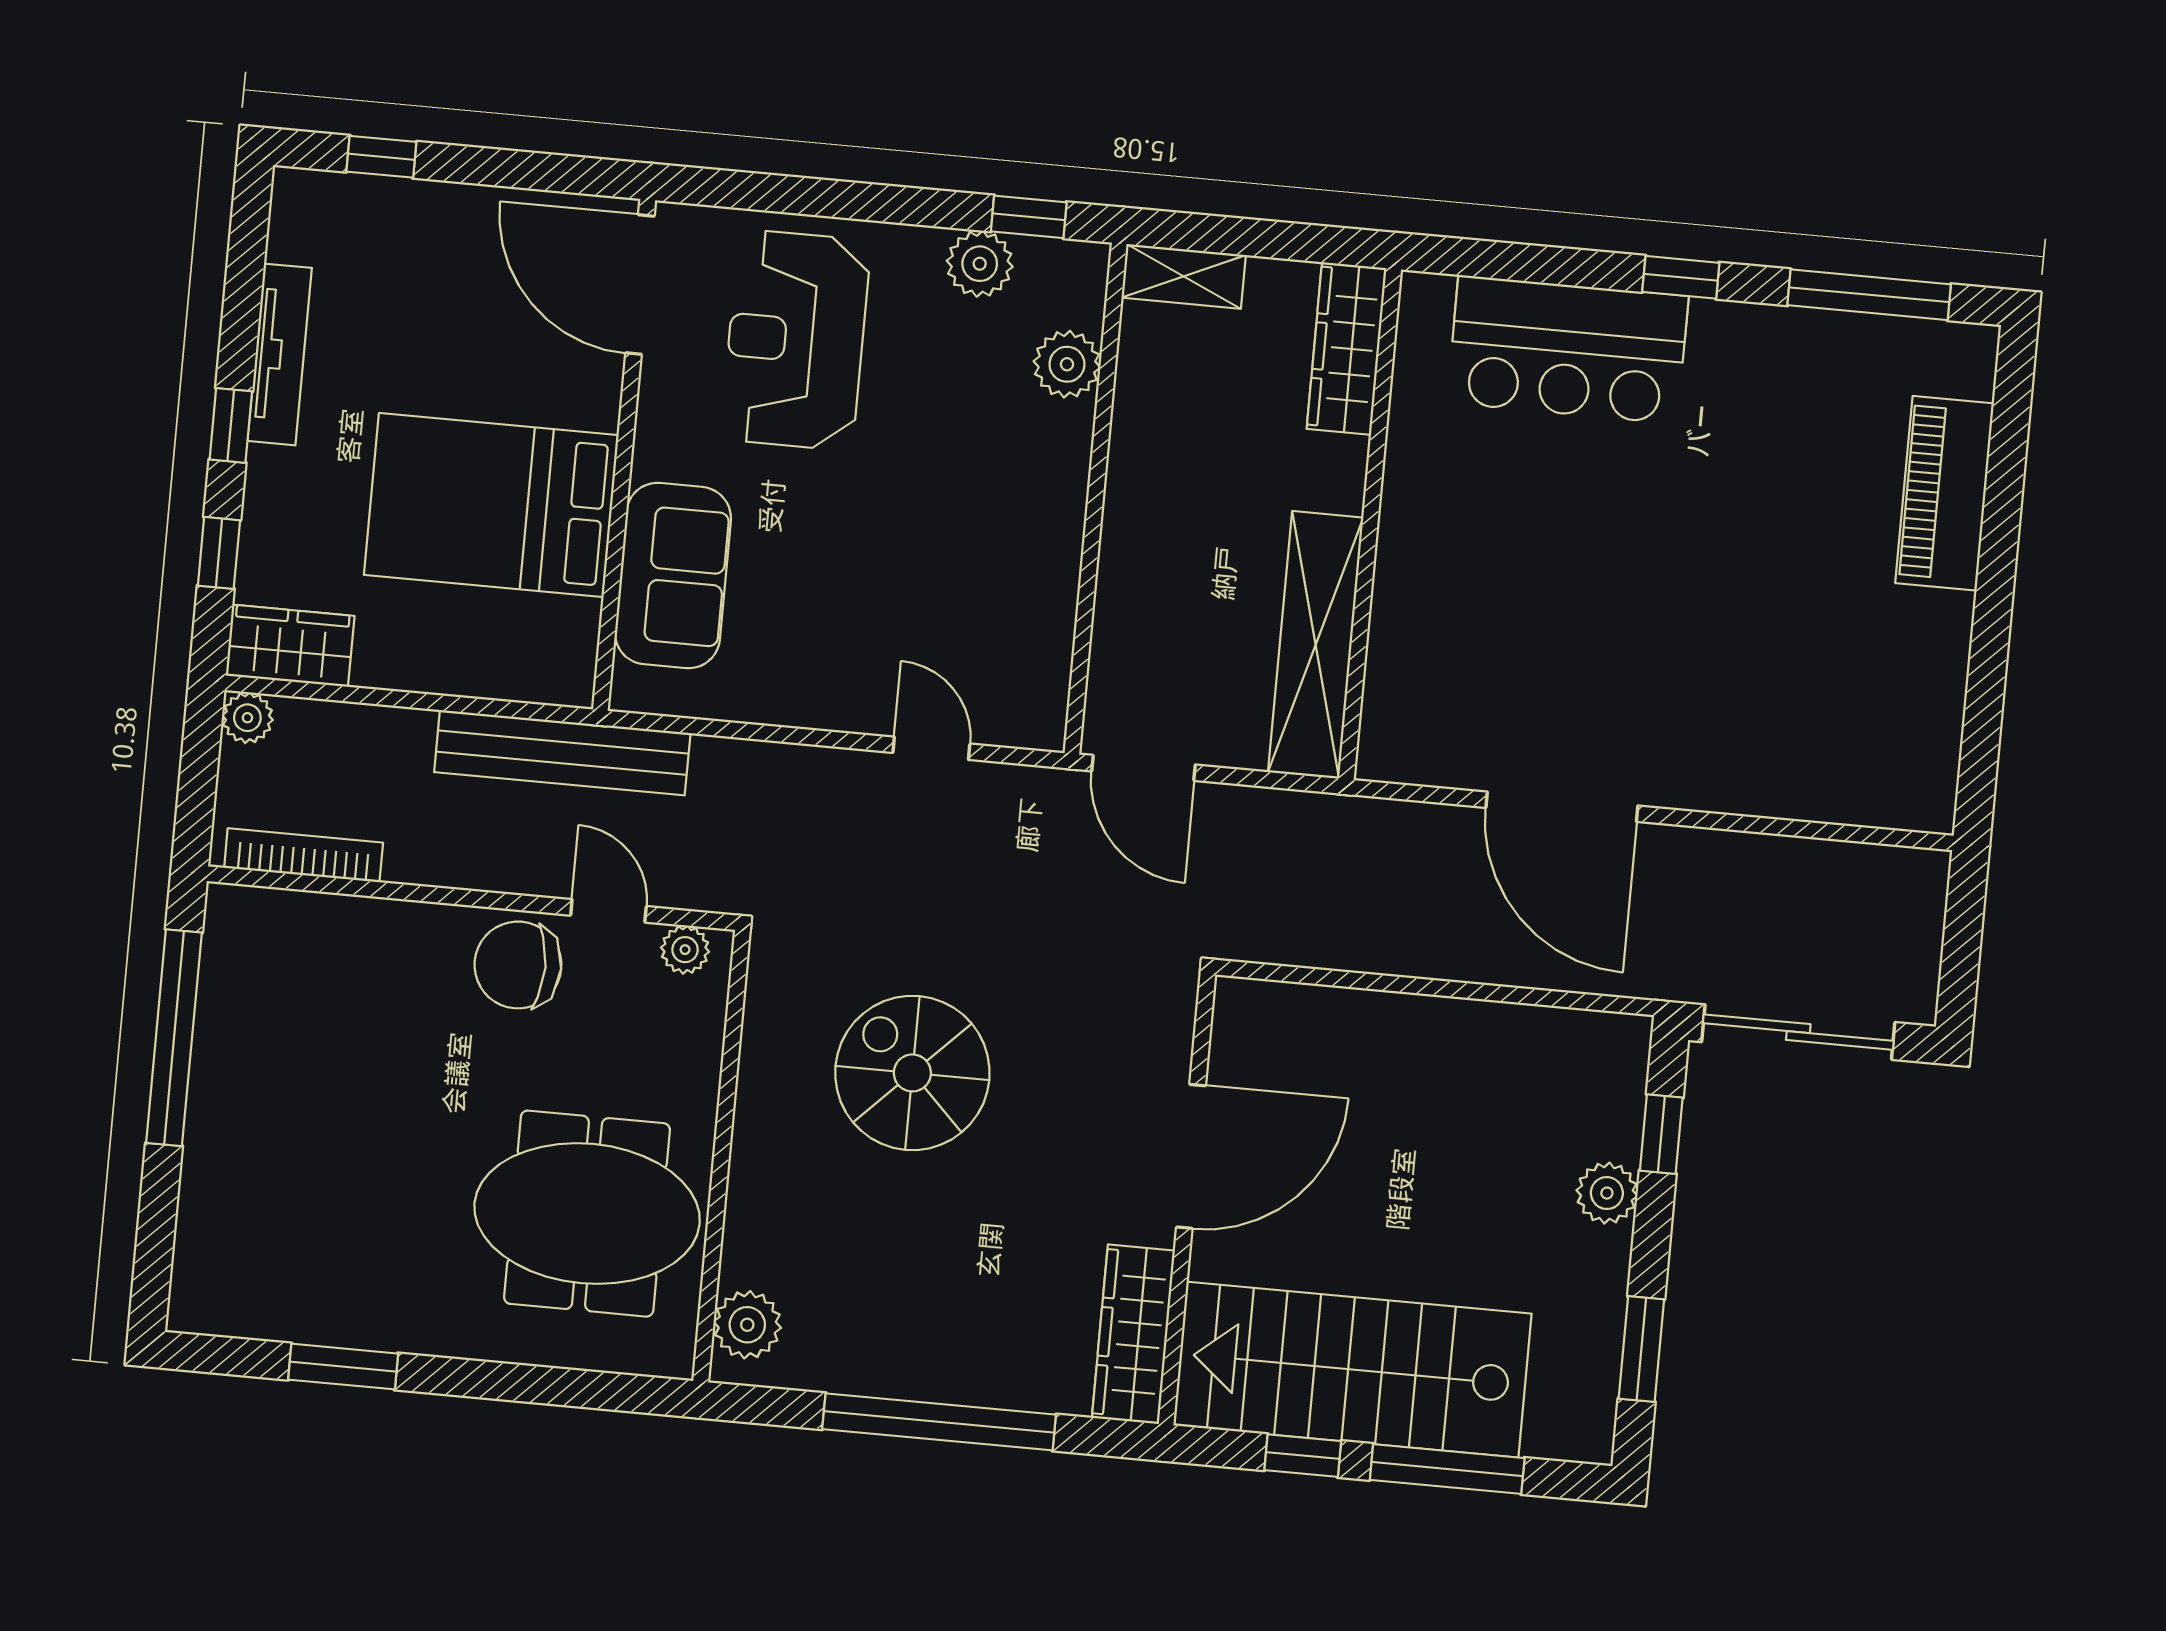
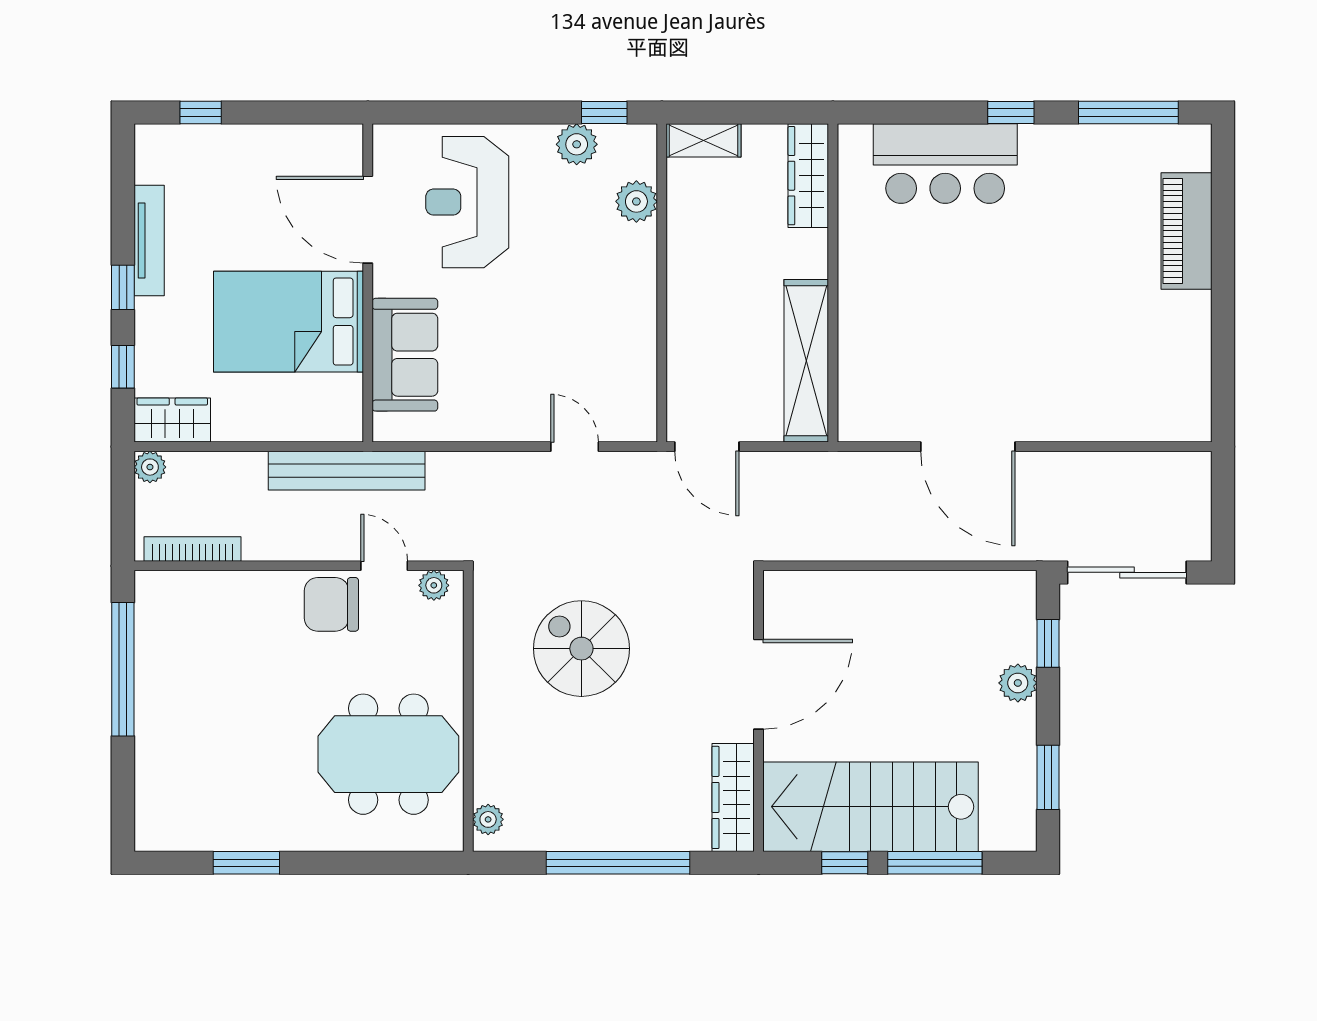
door: (640, 285) -> (368, 220), moved
plant: (747, 1325) -> (488, 819), width x0.73, depth x0.73

